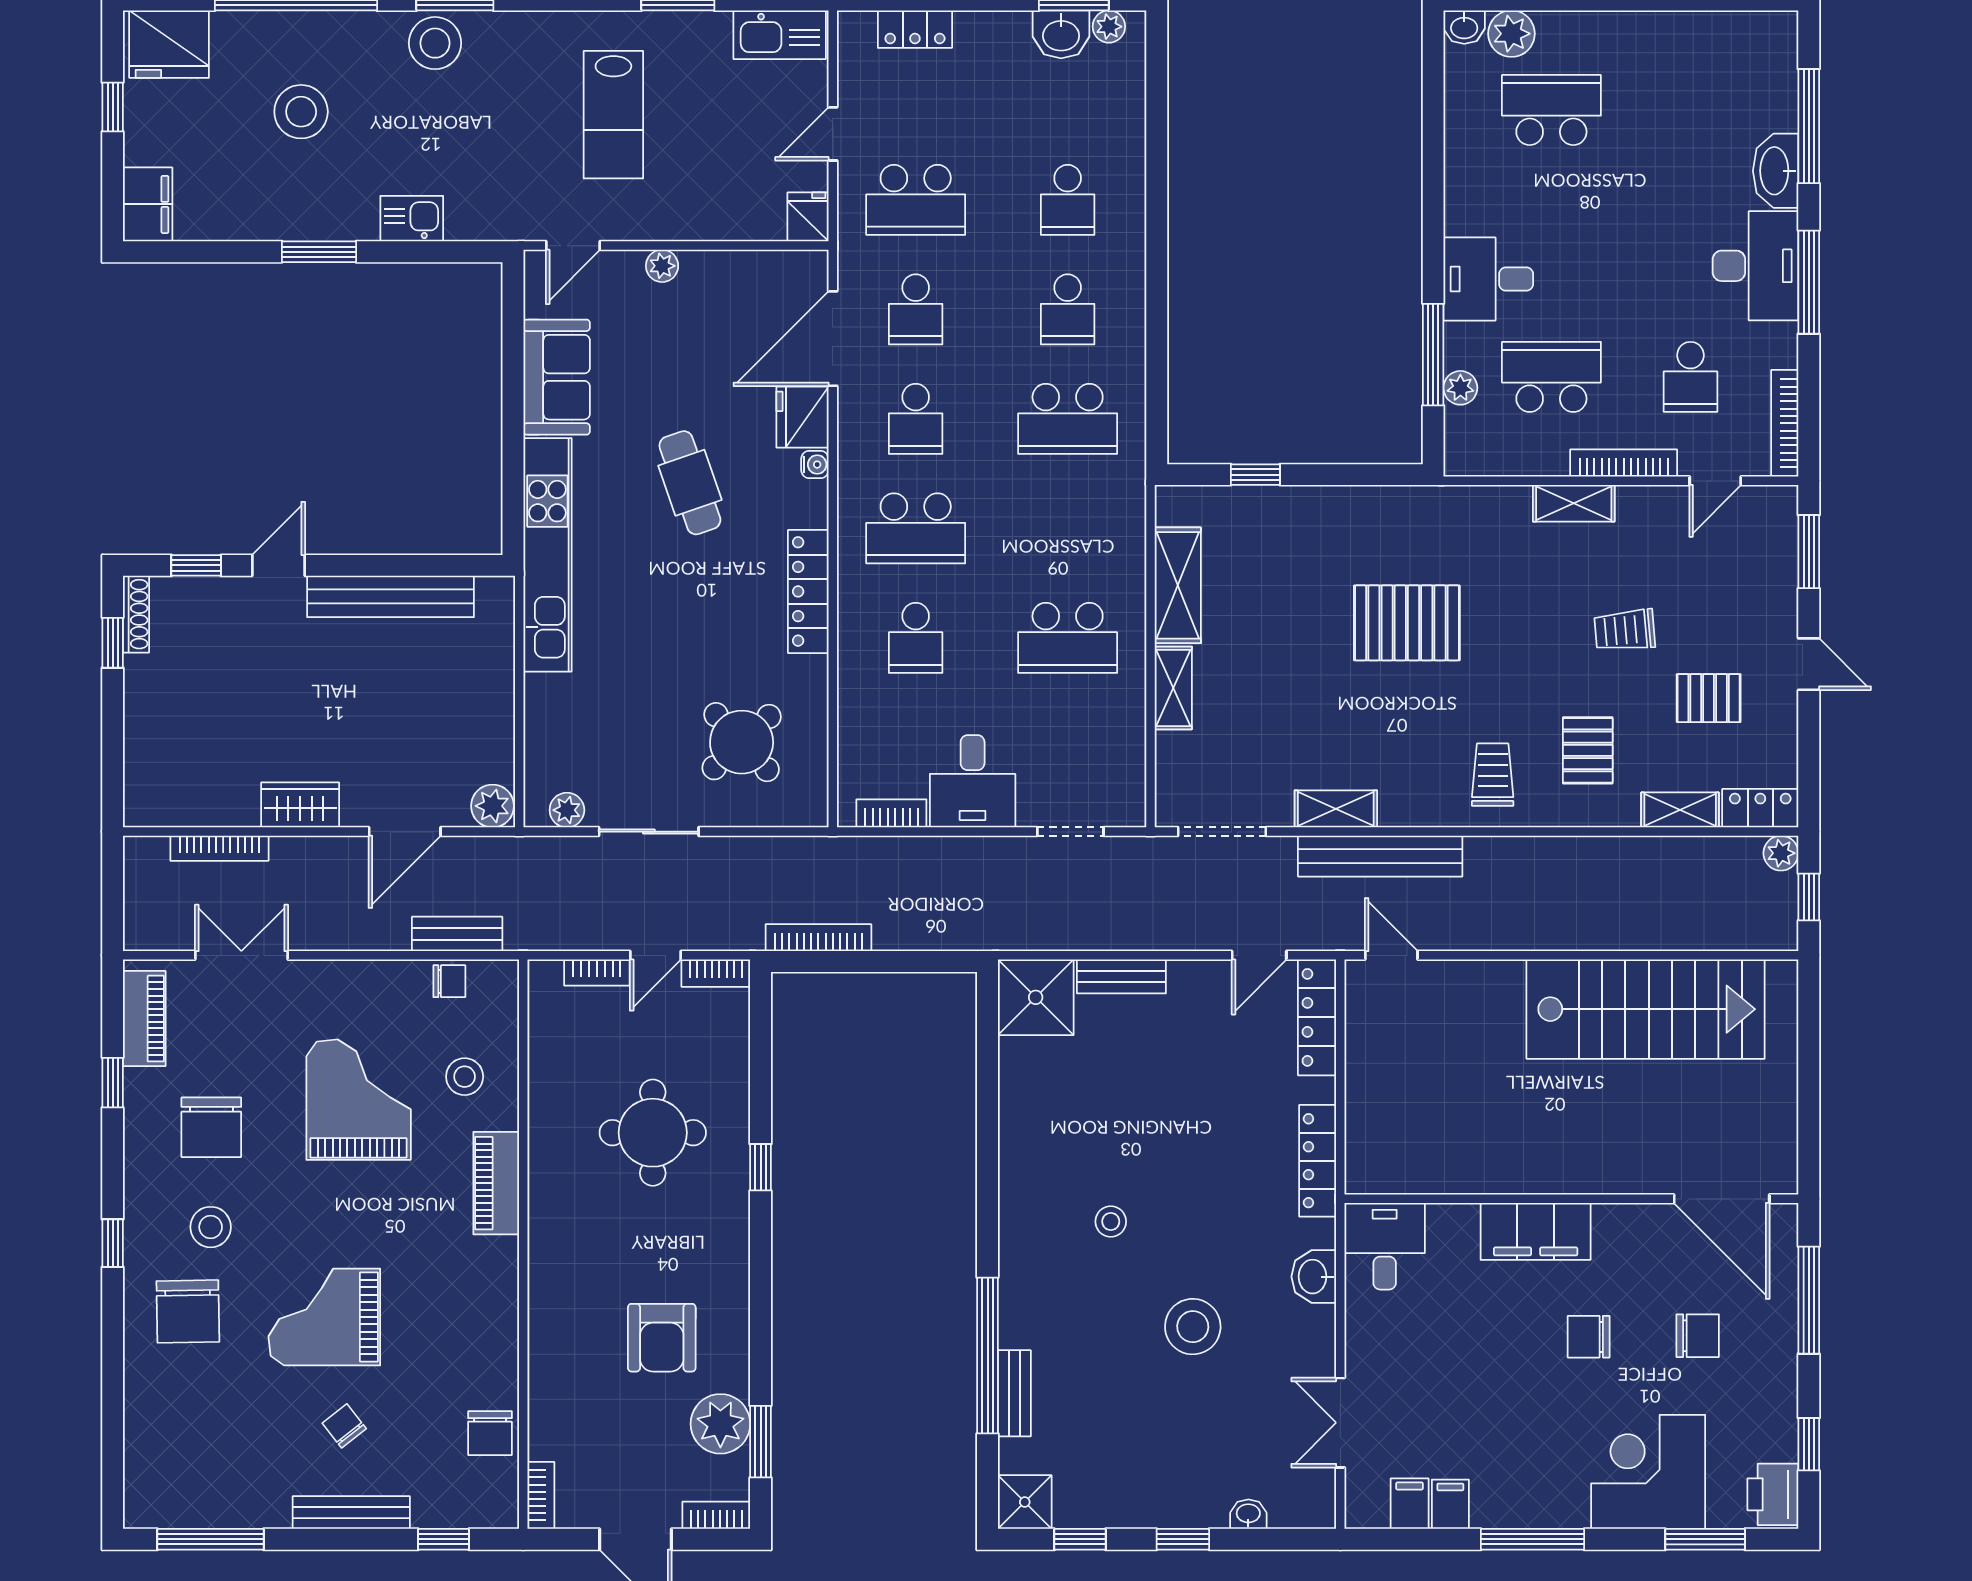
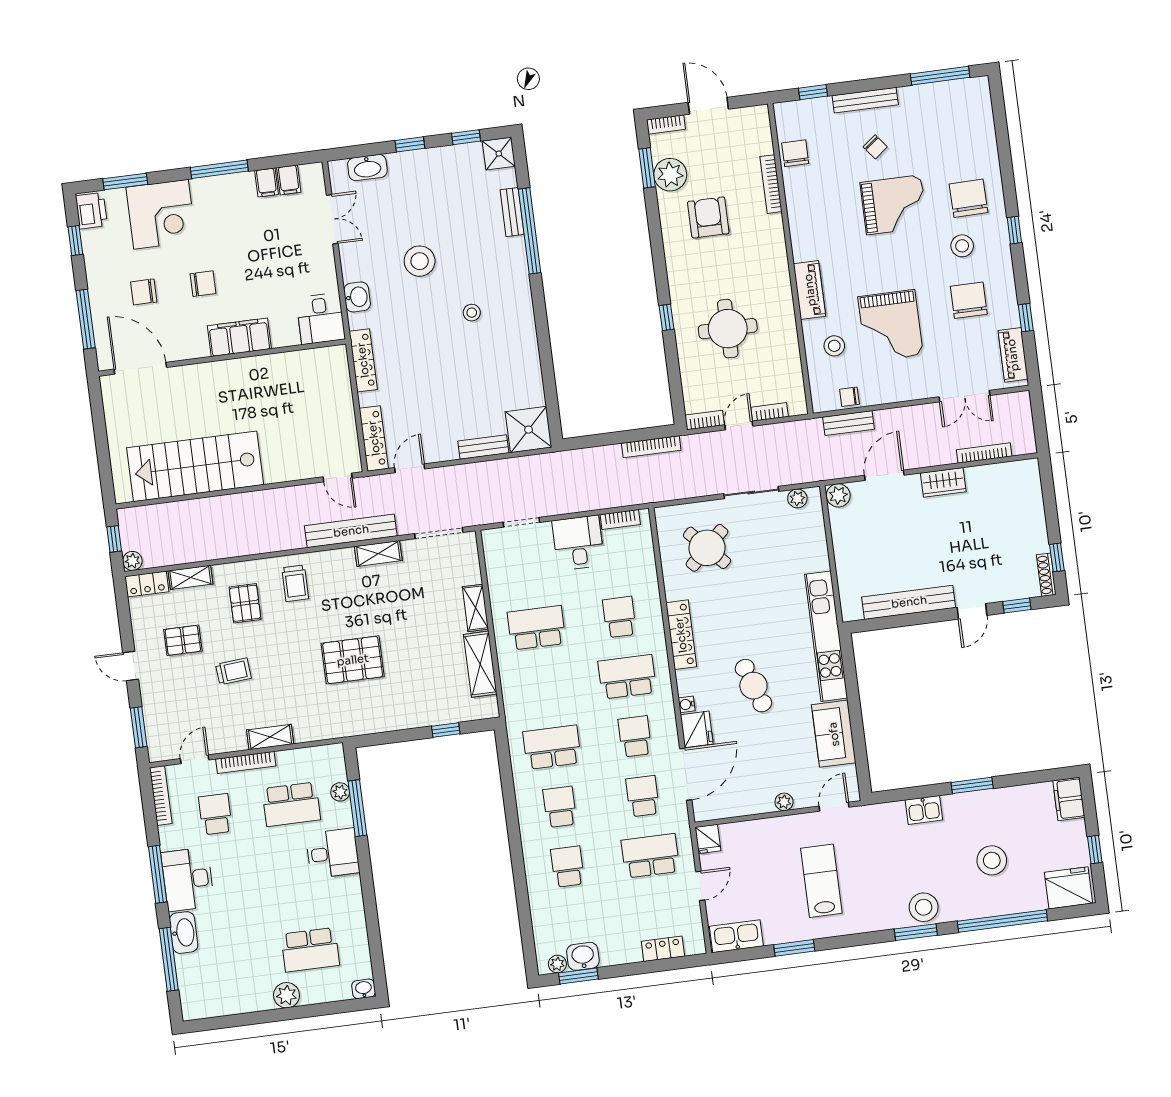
plant: (1511, 34) -> (287, 995), moved
bookcase: (541, 1495) -> (771, 184), moved, width x1.56
washbasin: (1248, 1514) -> (367, 168), width x1.91, depth x1.45

